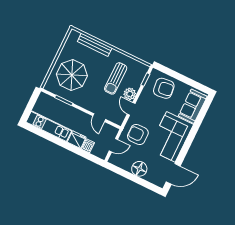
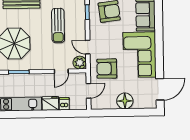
plant: (130, 94) -> (80, 63), moved
door: (99, 118) -> (61, 71), hinge flipped

